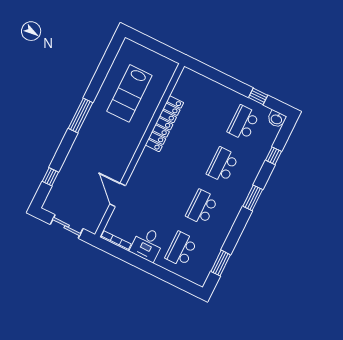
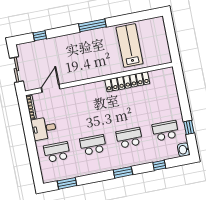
lab bench: (129, 93) -> (130, 45), turned 90
door: (118, 195) -> (51, 88), moved

